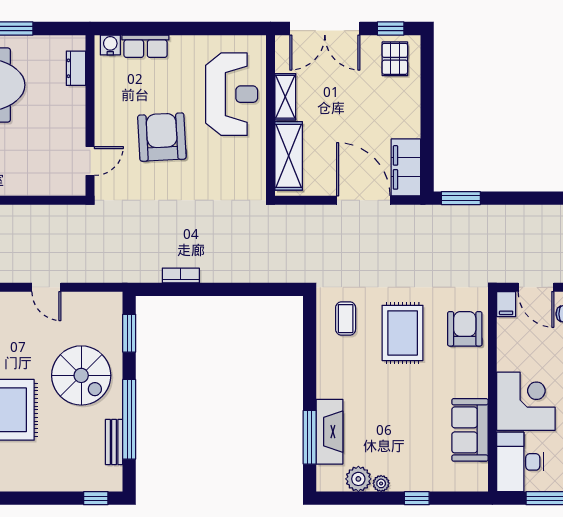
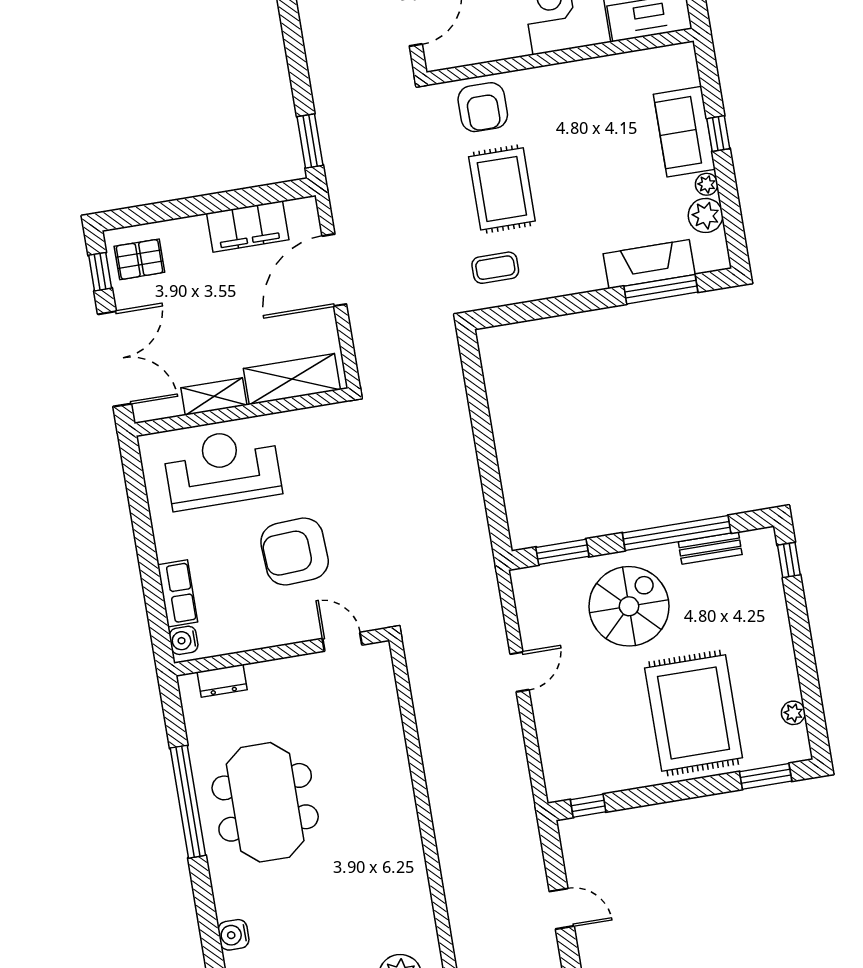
filing cabinet: (406, 167) -> (248, 226), moved
bookcase: (181, 276) -> (474, 496), removed
filing cabinet: (506, 304) -> (441, 58), removed
armchair: (465, 329) -> (483, 107), turned -90
rug: (403, 333) -> (502, 189), turned 90
sofa: (470, 430) -> (684, 132), moved, turned 90

